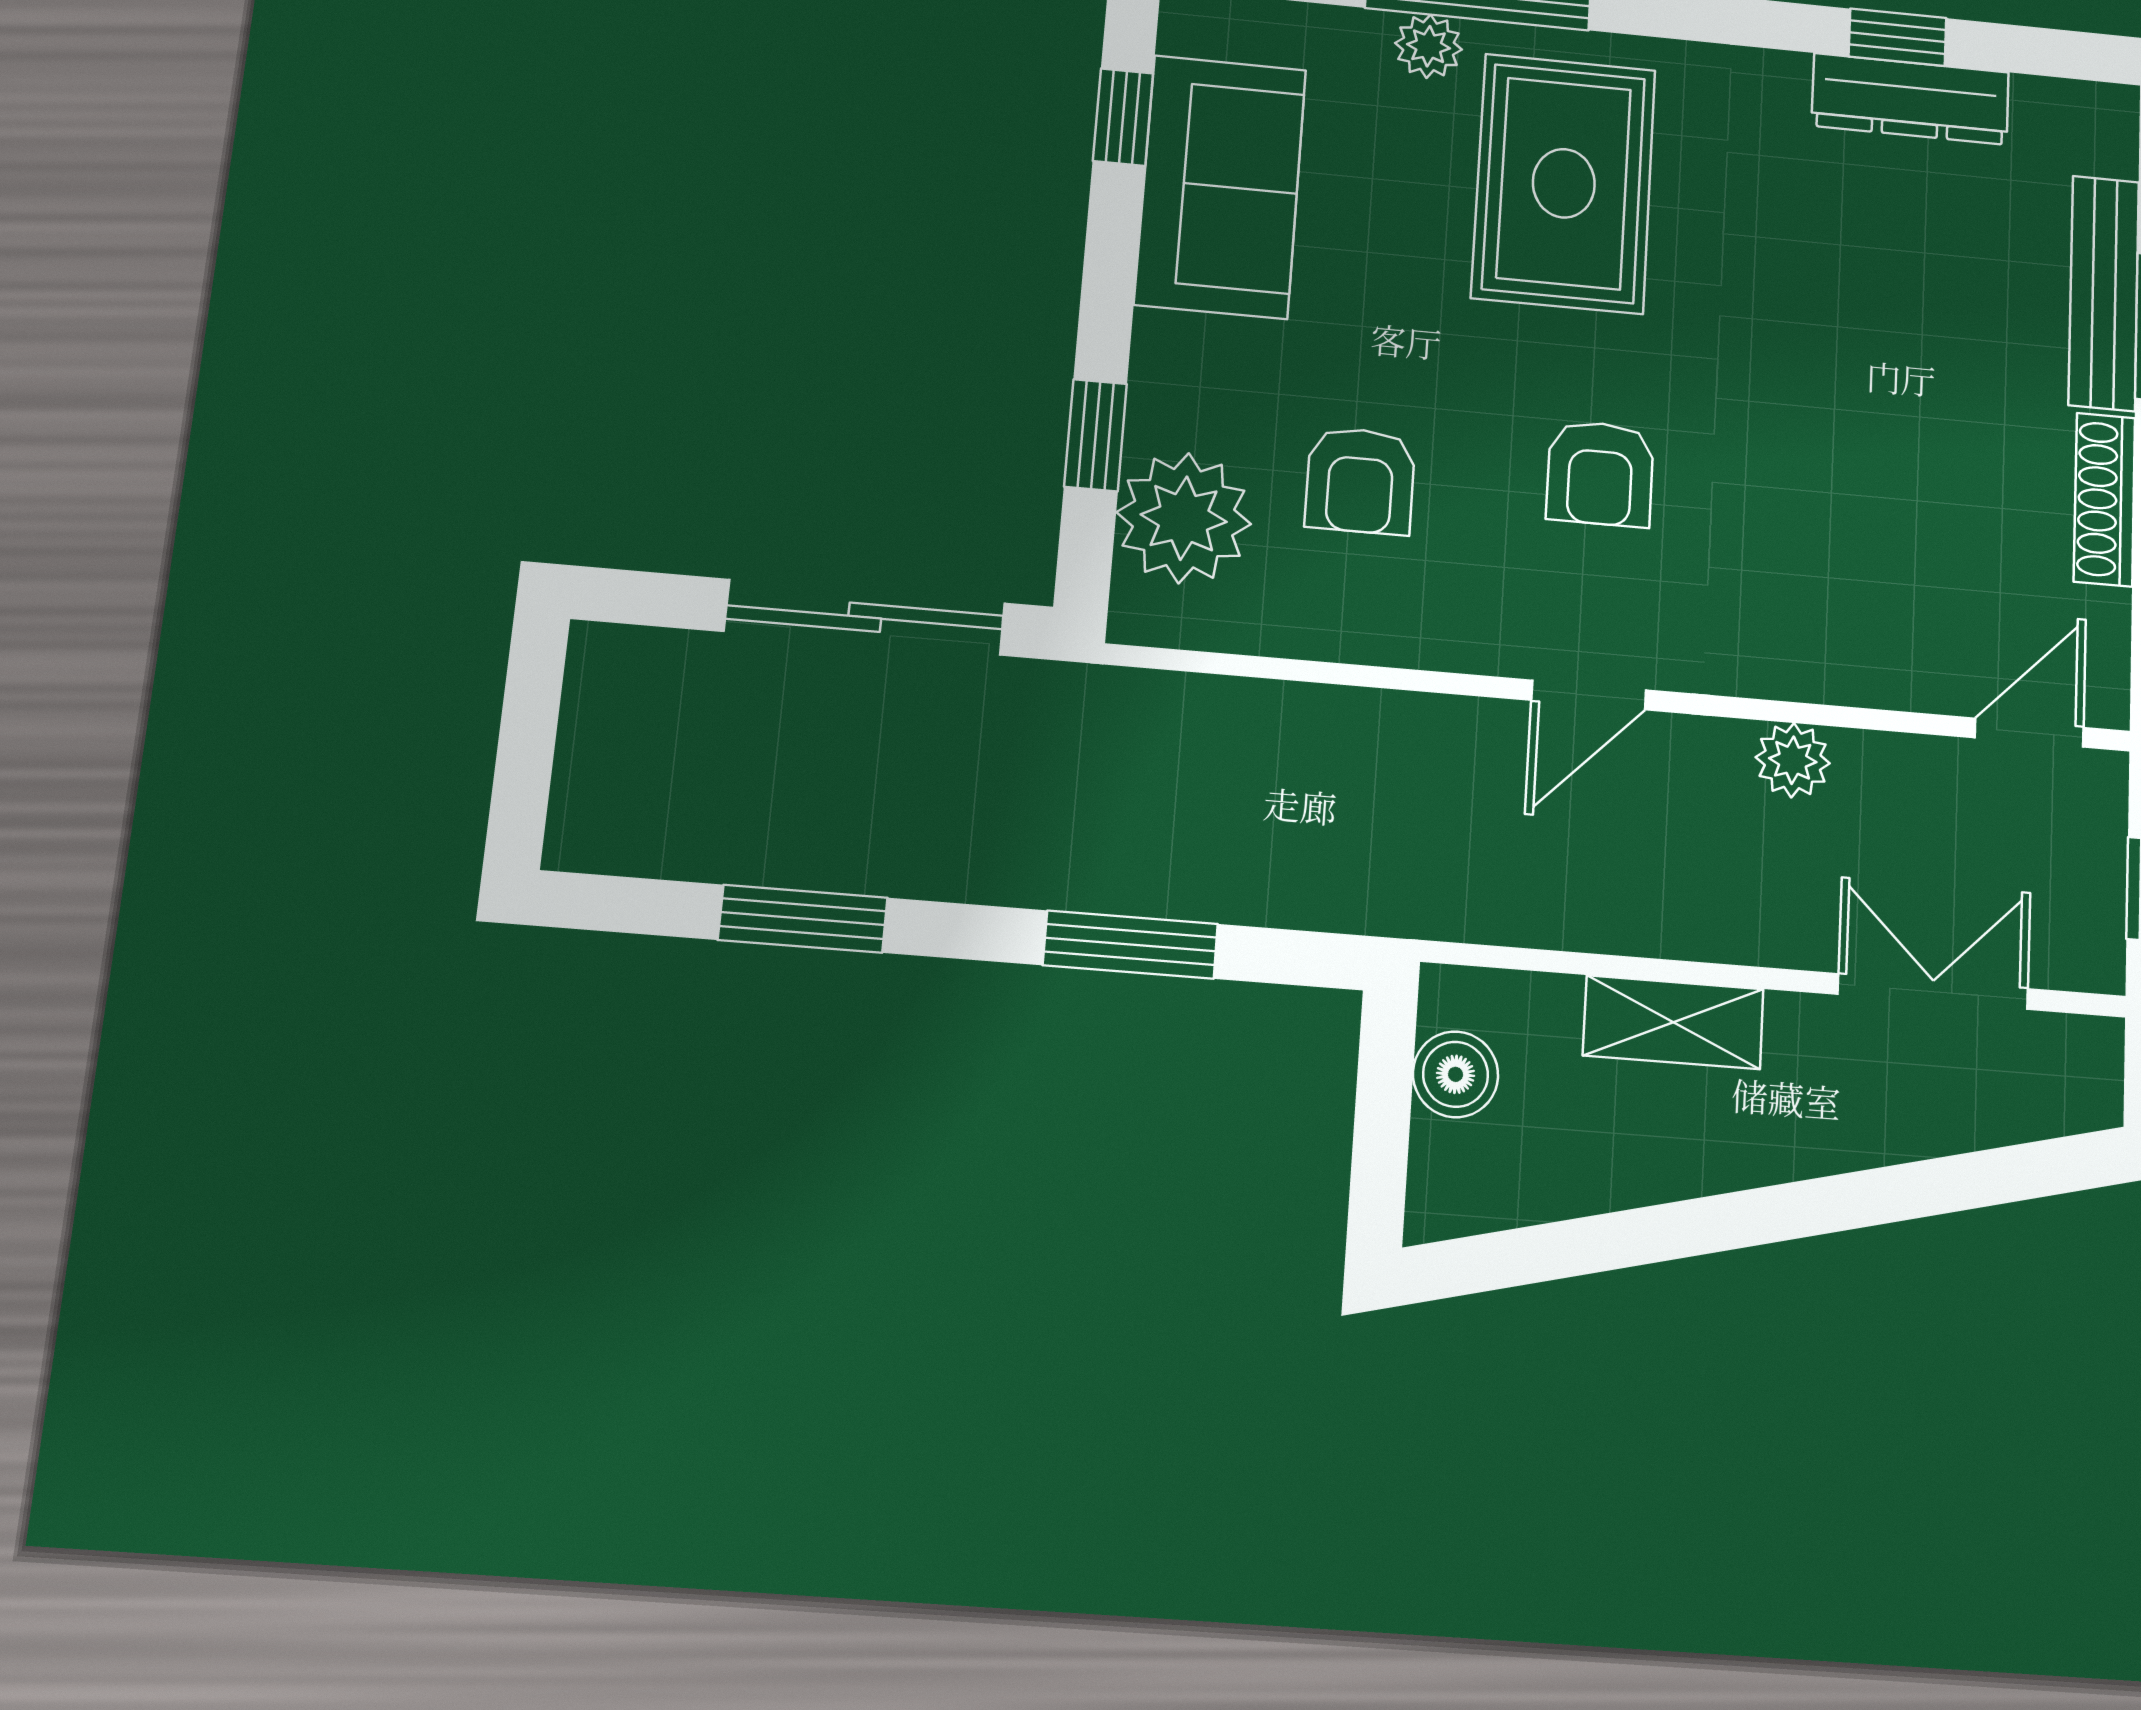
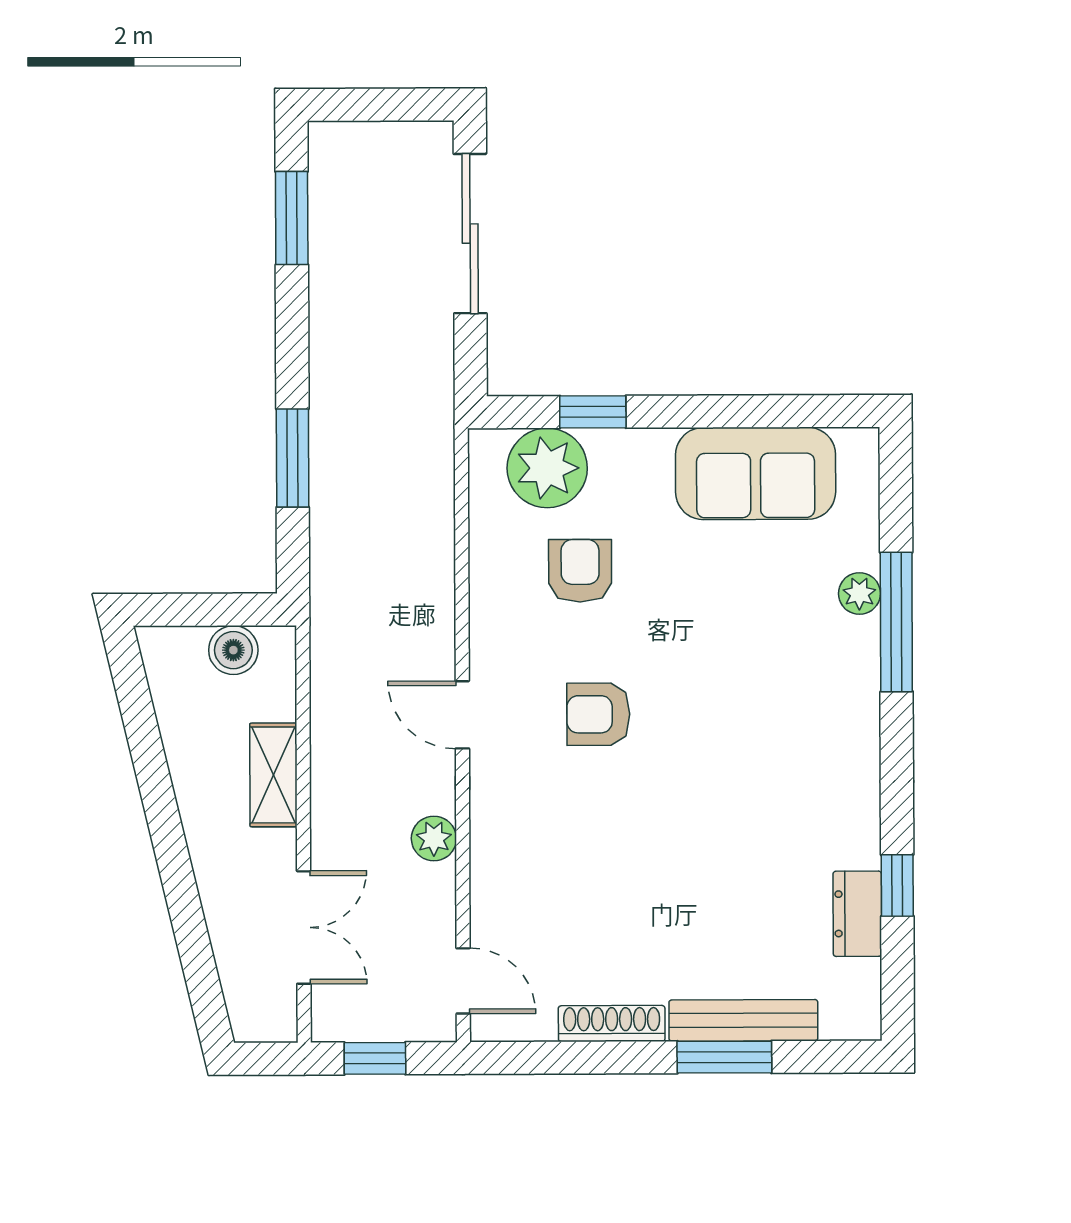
dresser: (1910, 99) -> (857, 914), width x0.70
window: (1123, 117) -> (794, 411), removed
rug: (1564, 183) -> (779, 682), removed
armchair: (1360, 481) -> (580, 571), turned 90
sliding door: (865, 617) -> (470, 234), moved
window: (803, 919) -> (292, 218), moved

